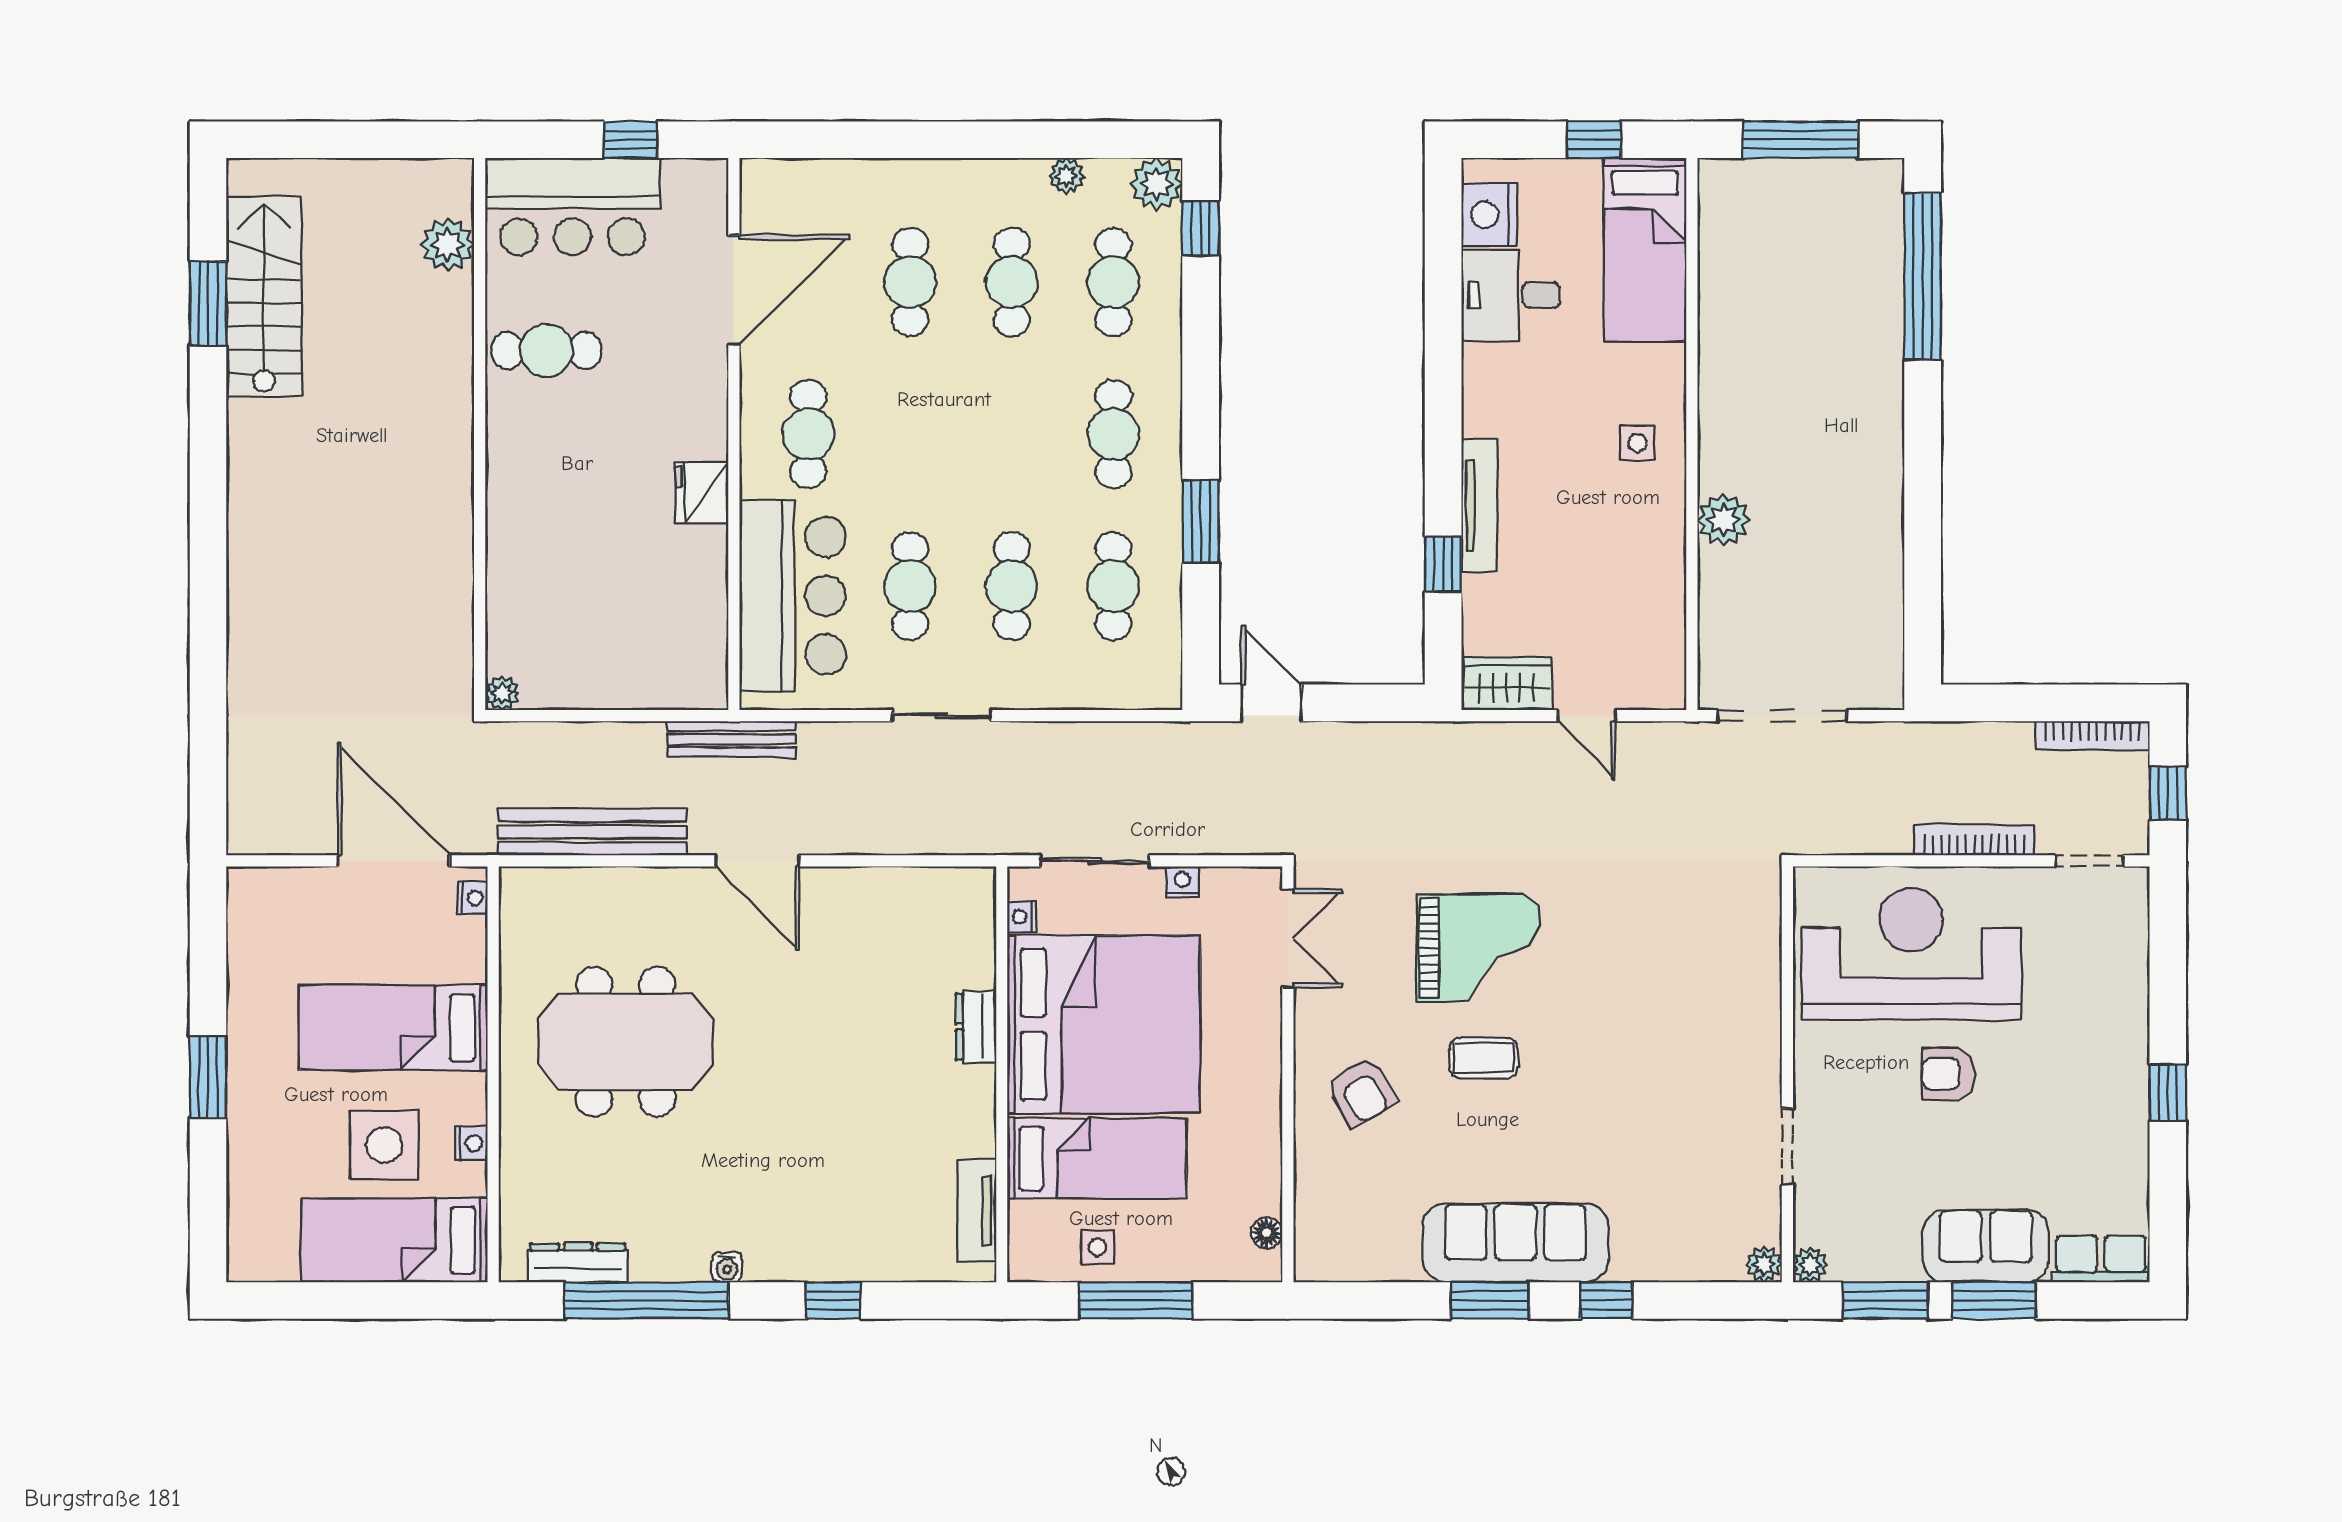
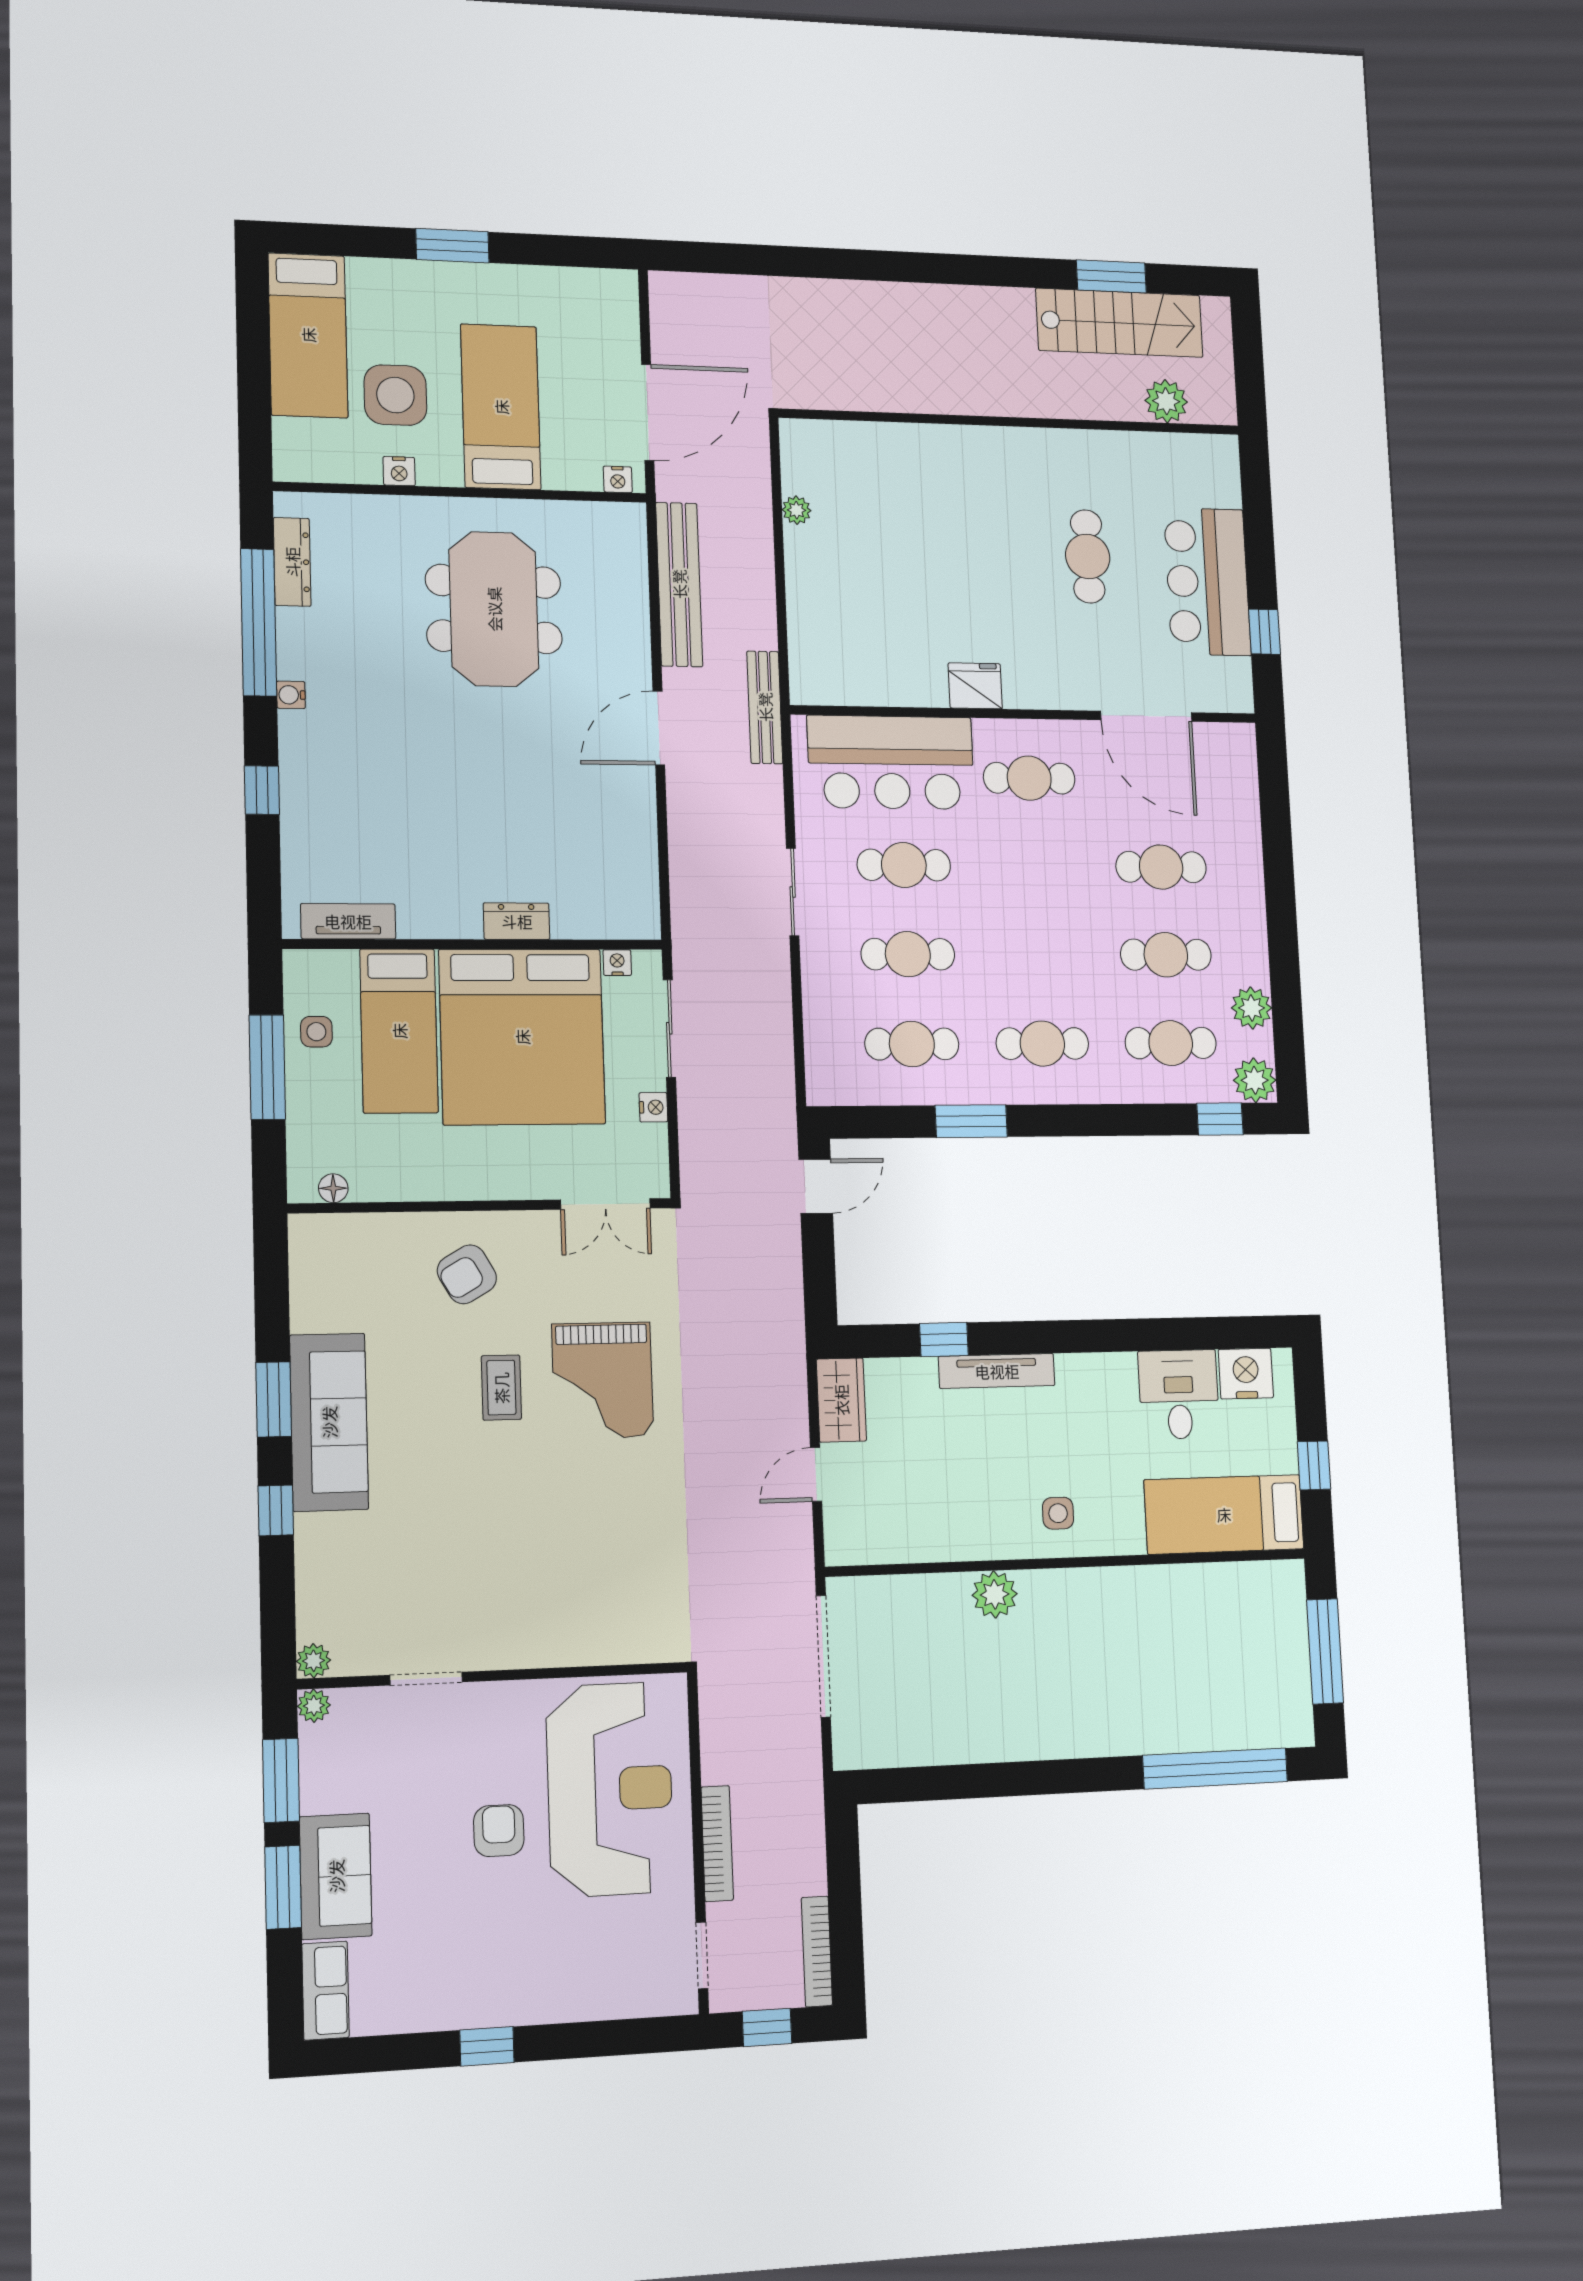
plant: (1066, 176) -> (1252, 1008), width x1.38, depth x1.38
plant: (448, 245) -> (1166, 401), moved
wall: (480, 434) -> (1011, 422), moved
bed: (394, 1240) -> (308, 335), moved, turned 180

